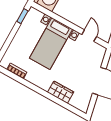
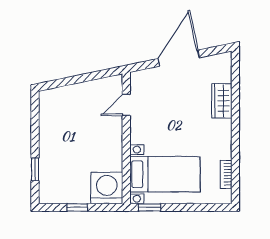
bed with nightstands: (51, 44) -> (165, 174), moved

